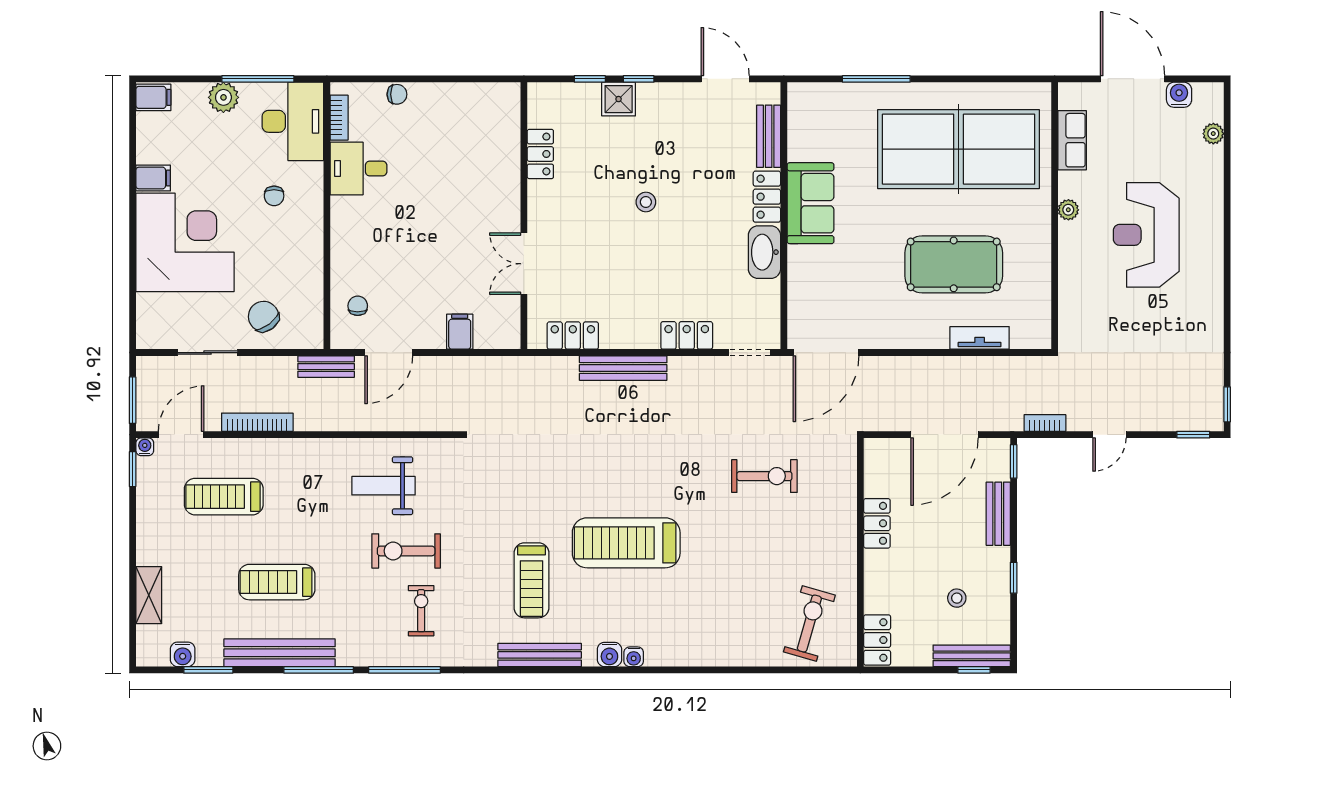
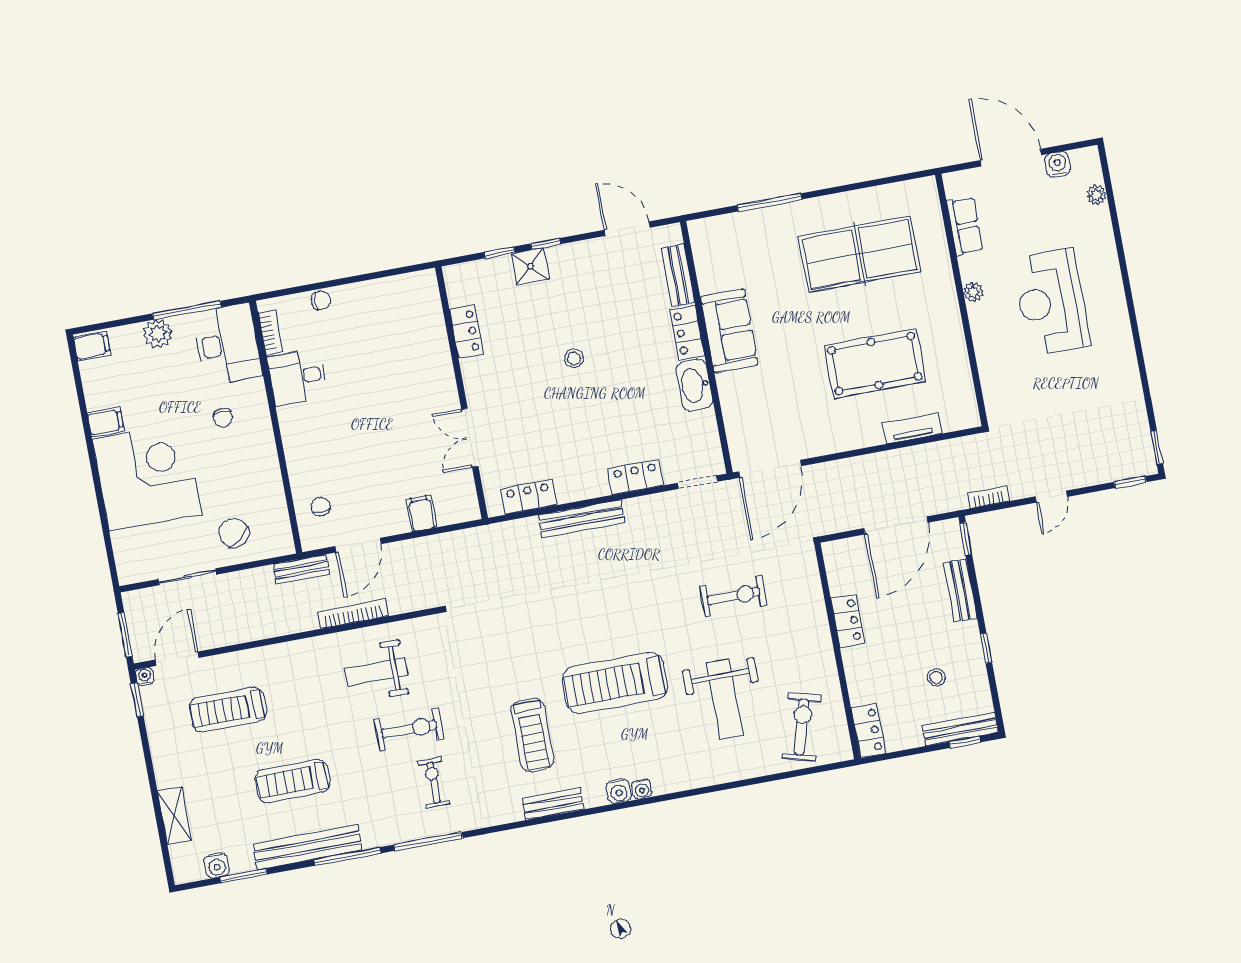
table tennis table: (959, 149) -> (859, 254), width x0.73, depth x0.76
bookcase: (257, 422) -> (353, 614), moved
exercise bike: (406, 551) -> (409, 729), turned 180
weight bench: (736, 580) -> (724, 699), added
bench: (540, 655) -> (553, 804), width x0.73

